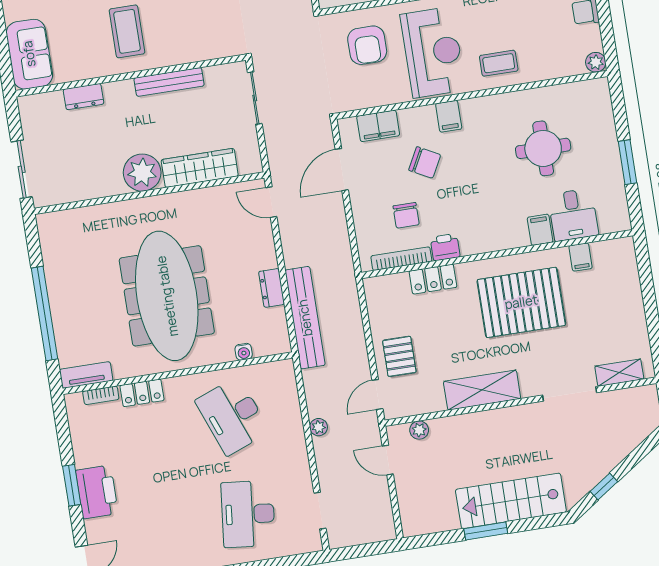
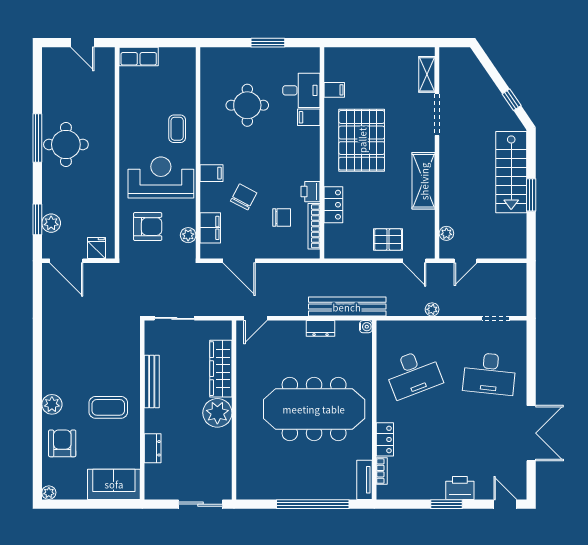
plant: (596, 62) -> (188, 235), moved
water cooler: (244, 352) -> (366, 327), moved
printer: (97, 492) -> (460, 488), width x0.73, depth x0.84

